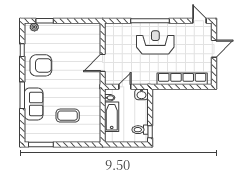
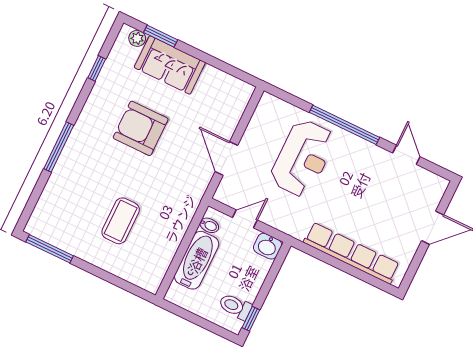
door: (200, 21) -> (406, 155), moved
reception desk: (155, 42) -> (303, 158), moved, turned 90
door: (103, 63) -> (226, 158), hinge flipped
armchair: (41, 65) -> (141, 128), moved, turned 180
sofa: (34, 104) -> (170, 65), moved, turned 90
coffee table: (68, 116) -> (121, 221), turned 90

